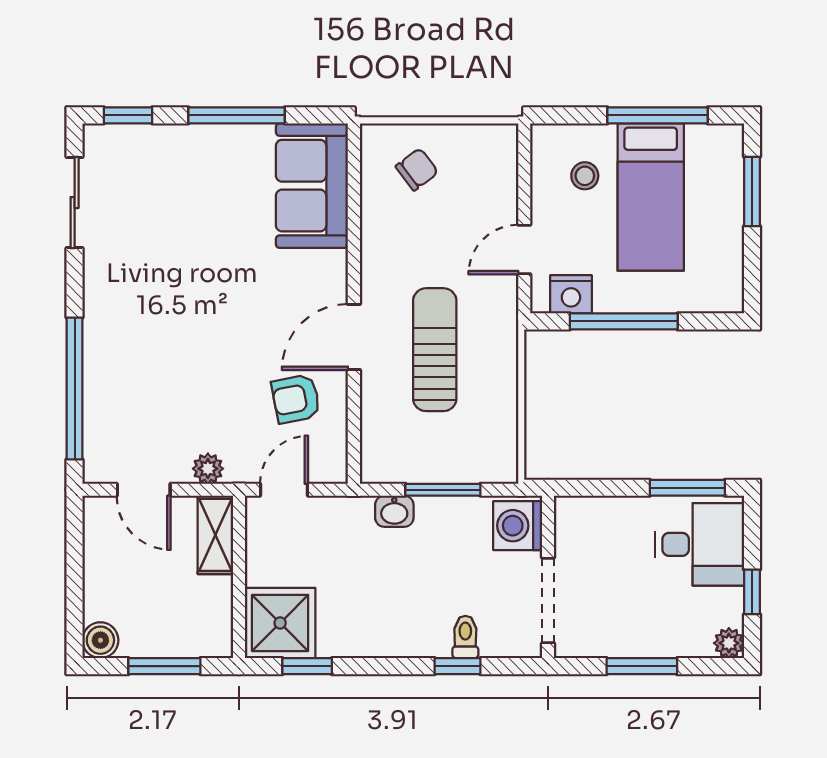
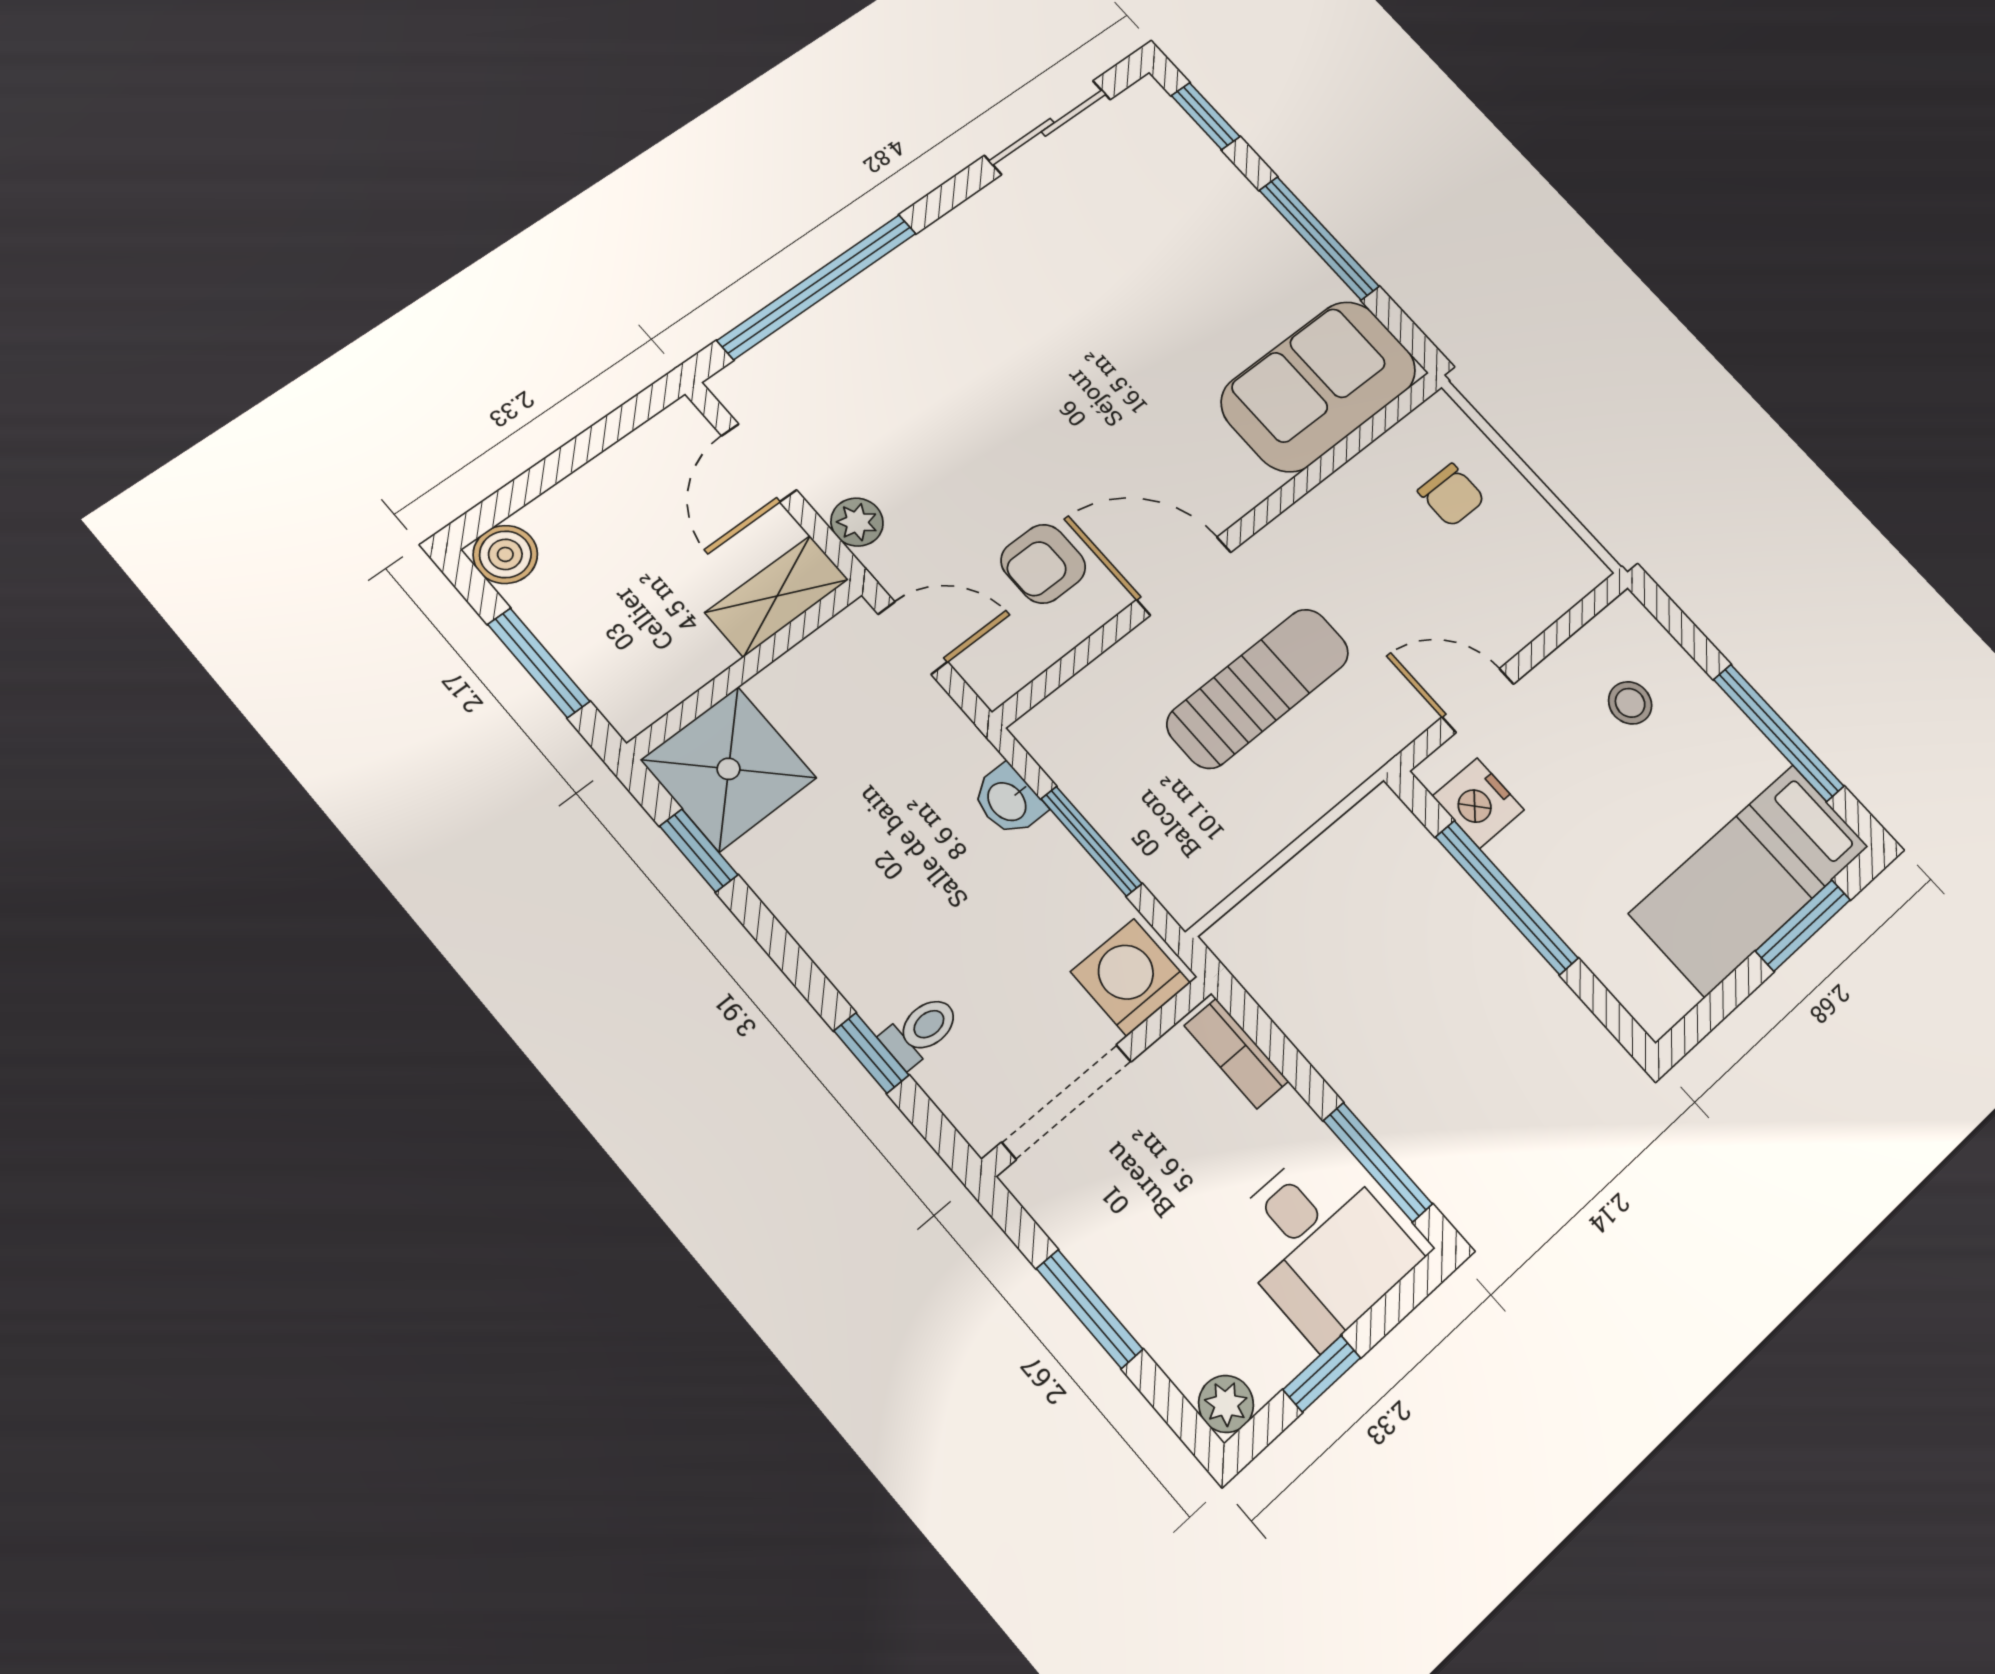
chair: (417, 169) -> (1451, 495), turned 37
bed: (651, 197) -> (1750, 880), moved
armchair: (296, 399) -> (1043, 564), turned -79
bookcase: (589, 508) -> (1236, 1053), added

